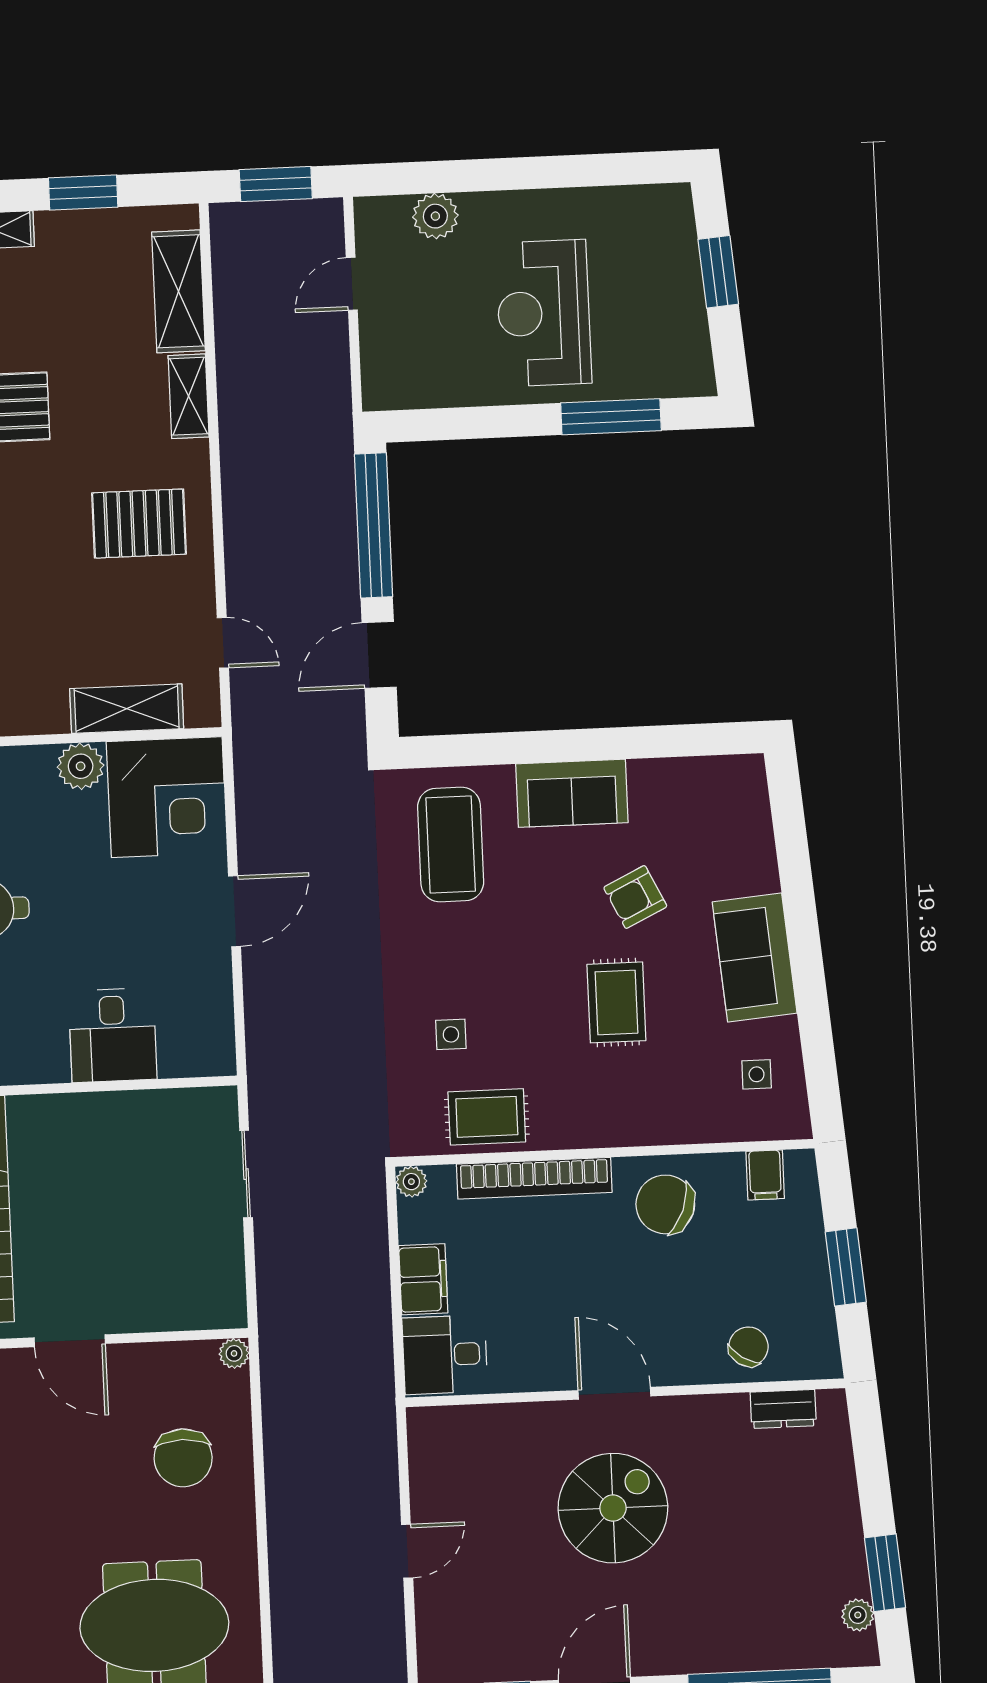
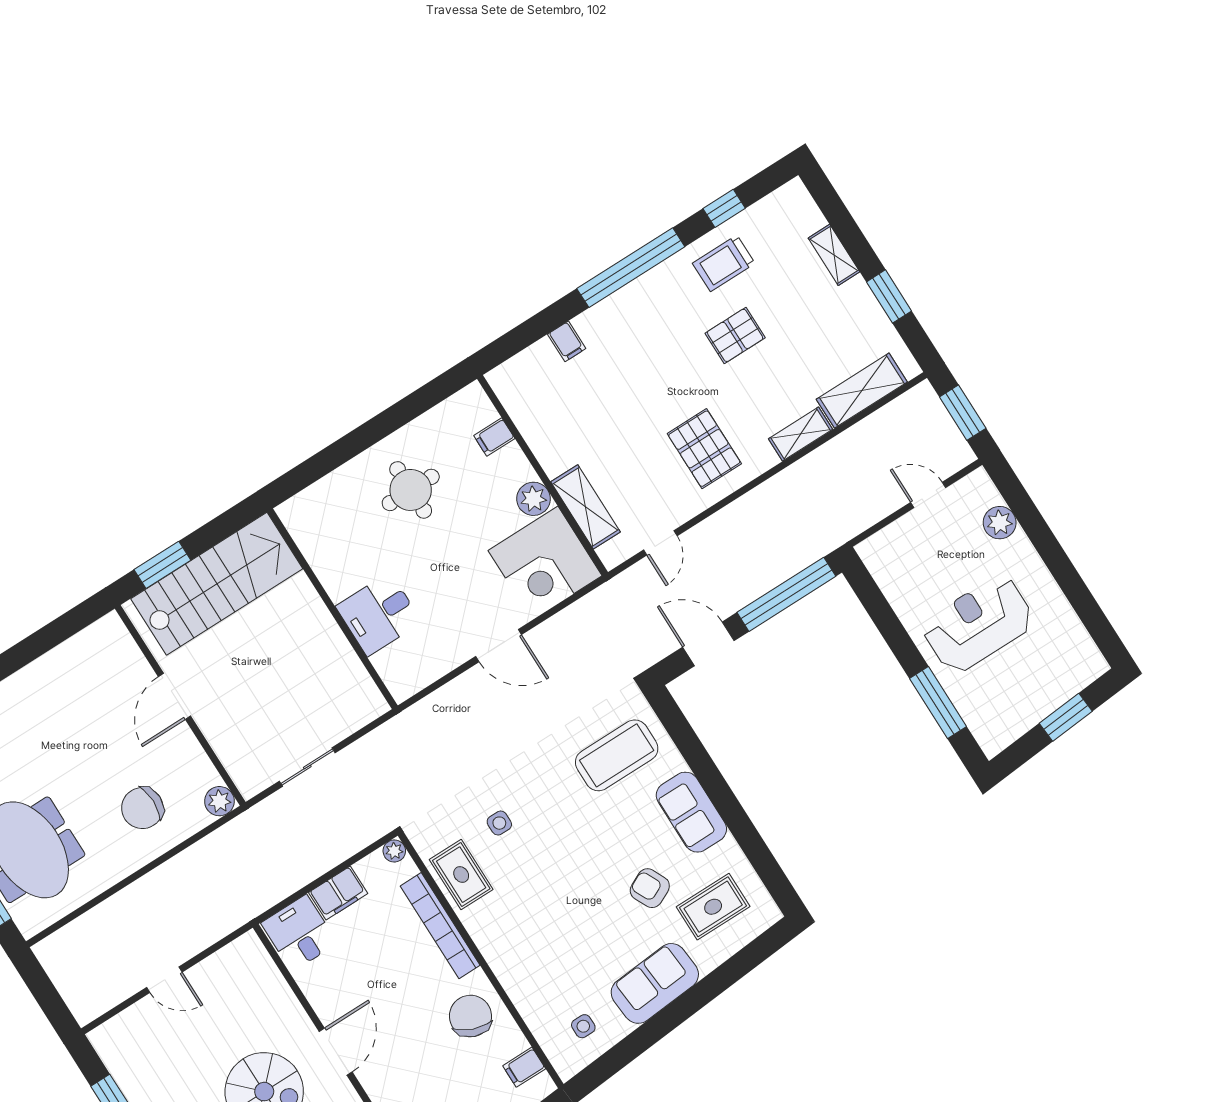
rug: (616, 1002) -> (713, 907), moved
sliding door: (246, 1174) -> (307, 767), moved
plant: (234, 1353) -> (219, 801), width x1.38, depth x1.38

